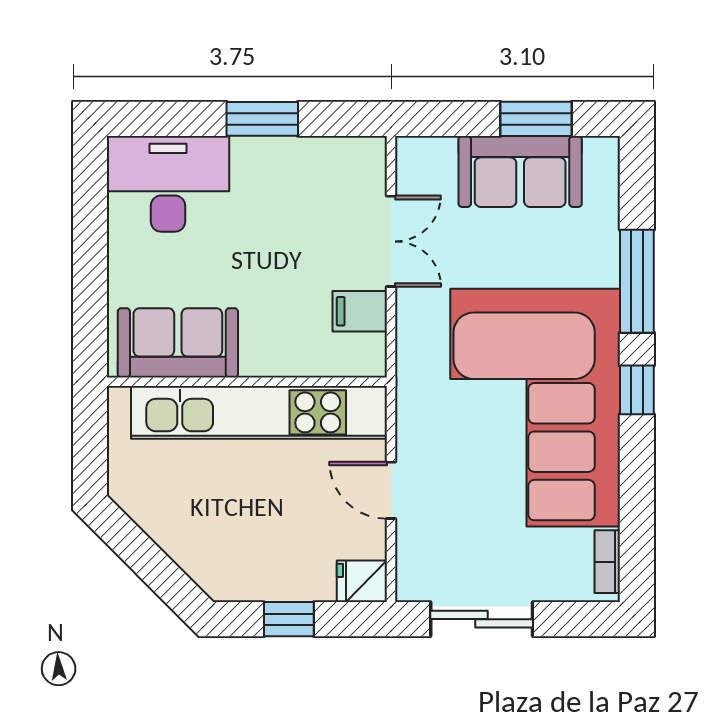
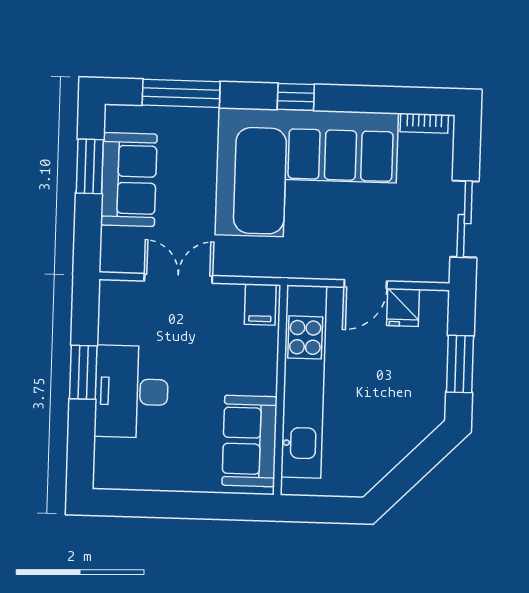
desk: (168, 184) -> (131, 392), moved
window: (637, 281) -> (181, 93), moved
filing cabinet: (360, 311) -> (260, 304), moved
fridge: (362, 581) -> (403, 307), moved
window: (289, 619) -> (460, 364), width x1.50

